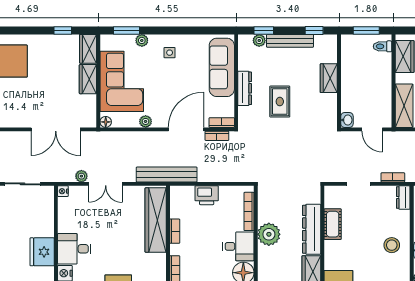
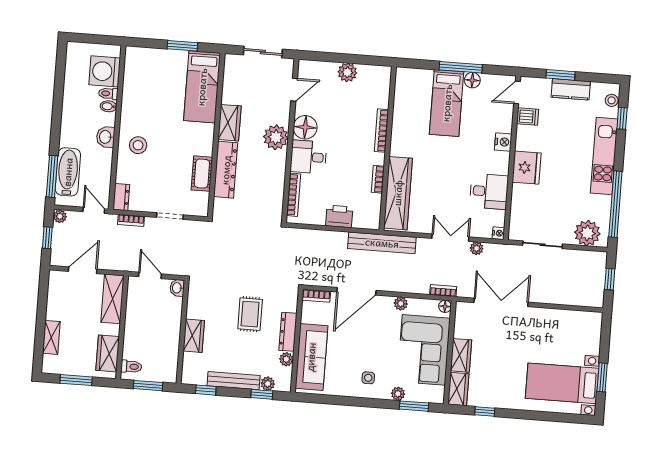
plant: (244, 64) -> (286, 359), added
bookcase: (217, 136) -> (443, 291), moved
plant: (269, 234) -> (276, 137), moved
desk: (74, 249) -> (489, 191), moved

